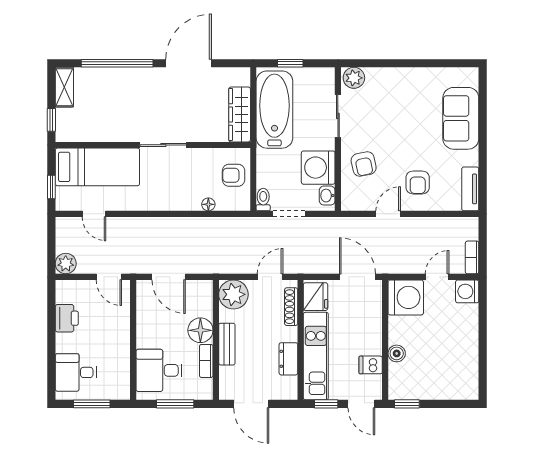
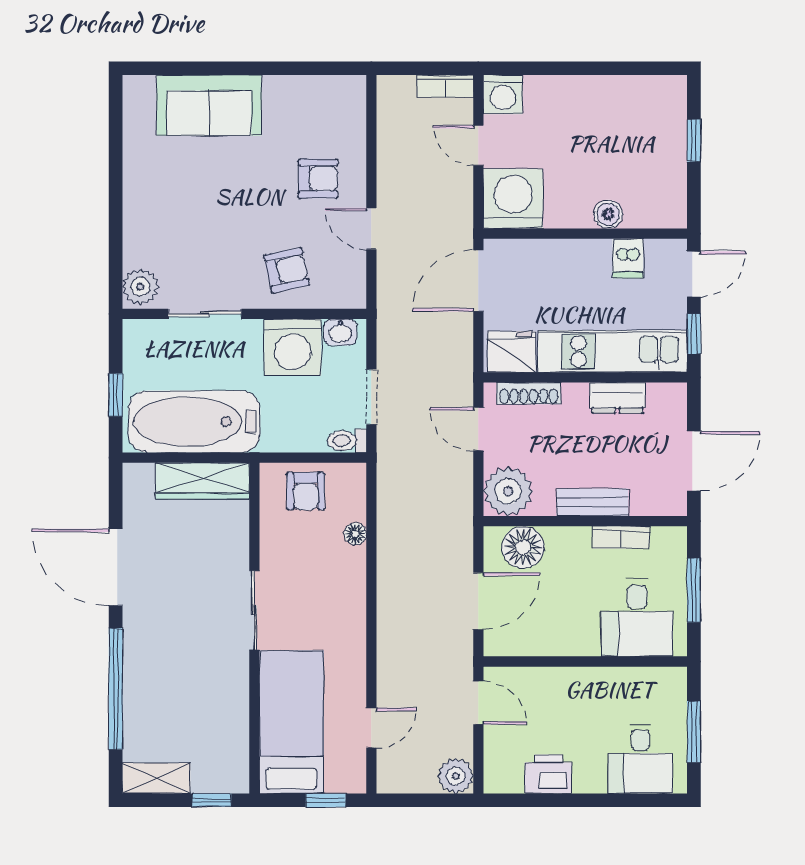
tv unit: (470, 189) -> (329, 89), removed
door: (109, 277) -> (478, 703), hinge flipped
floor lamp: (200, 330) -> (523, 547), moved
window: (407, 404) -> (694, 140), moved

